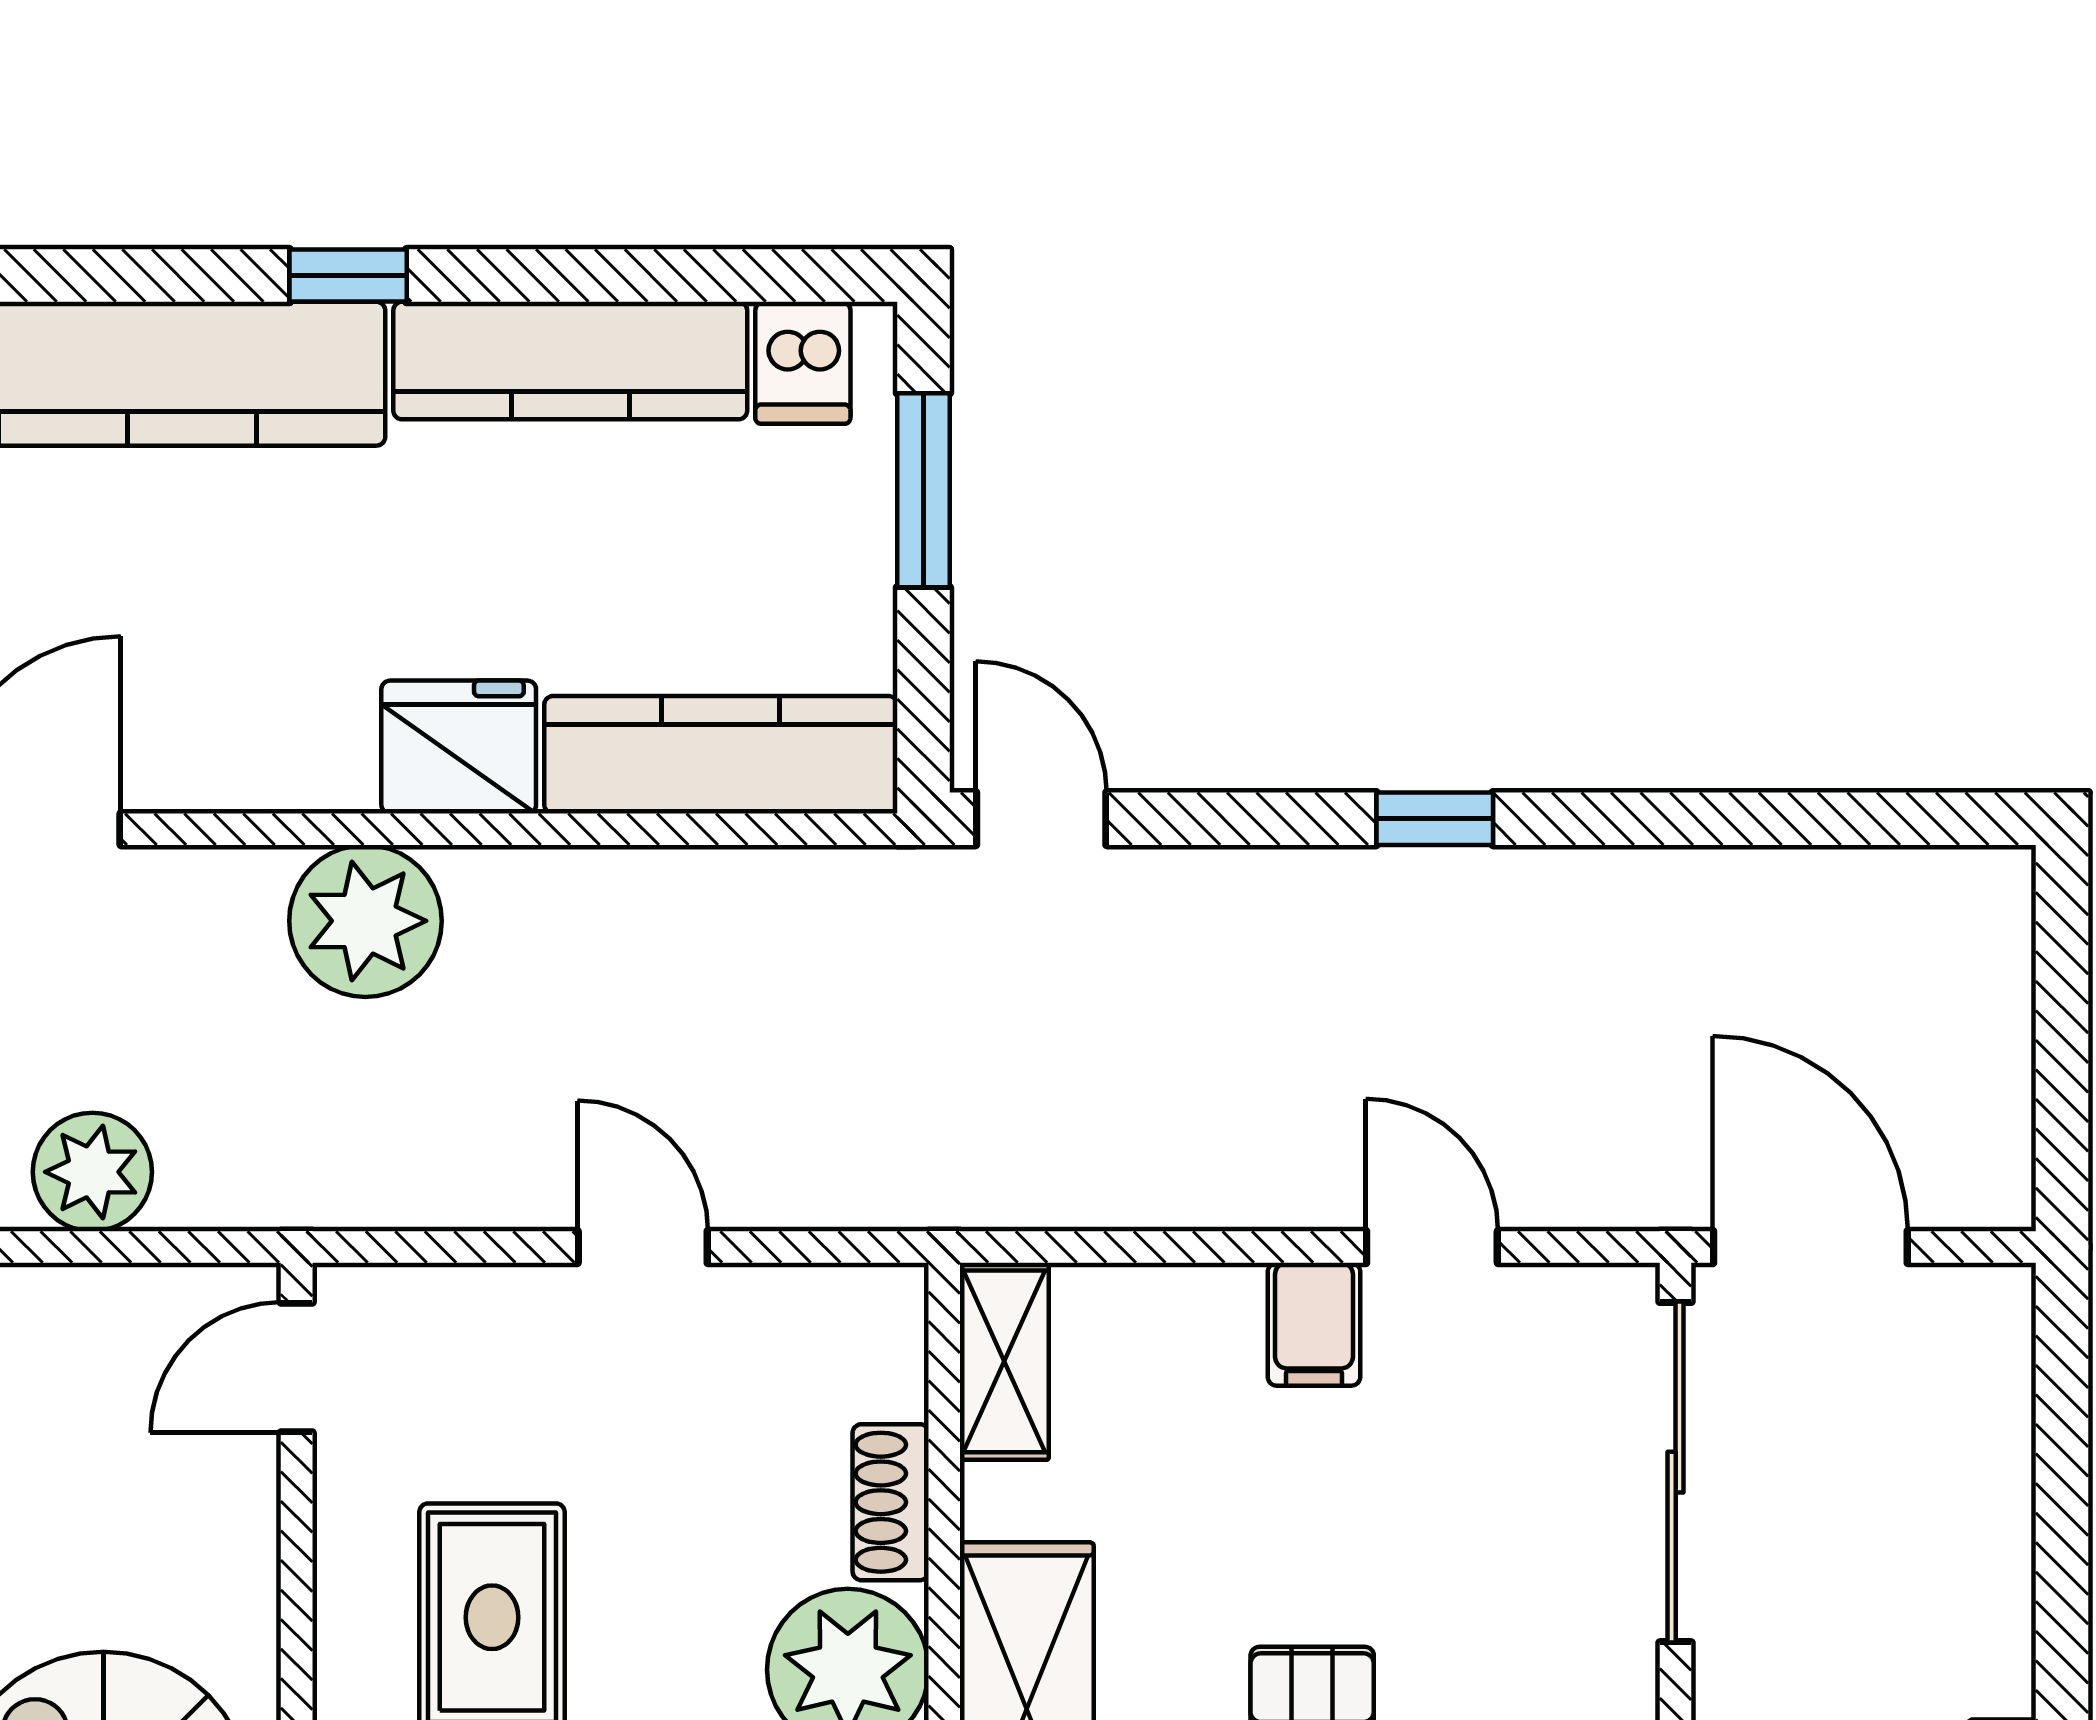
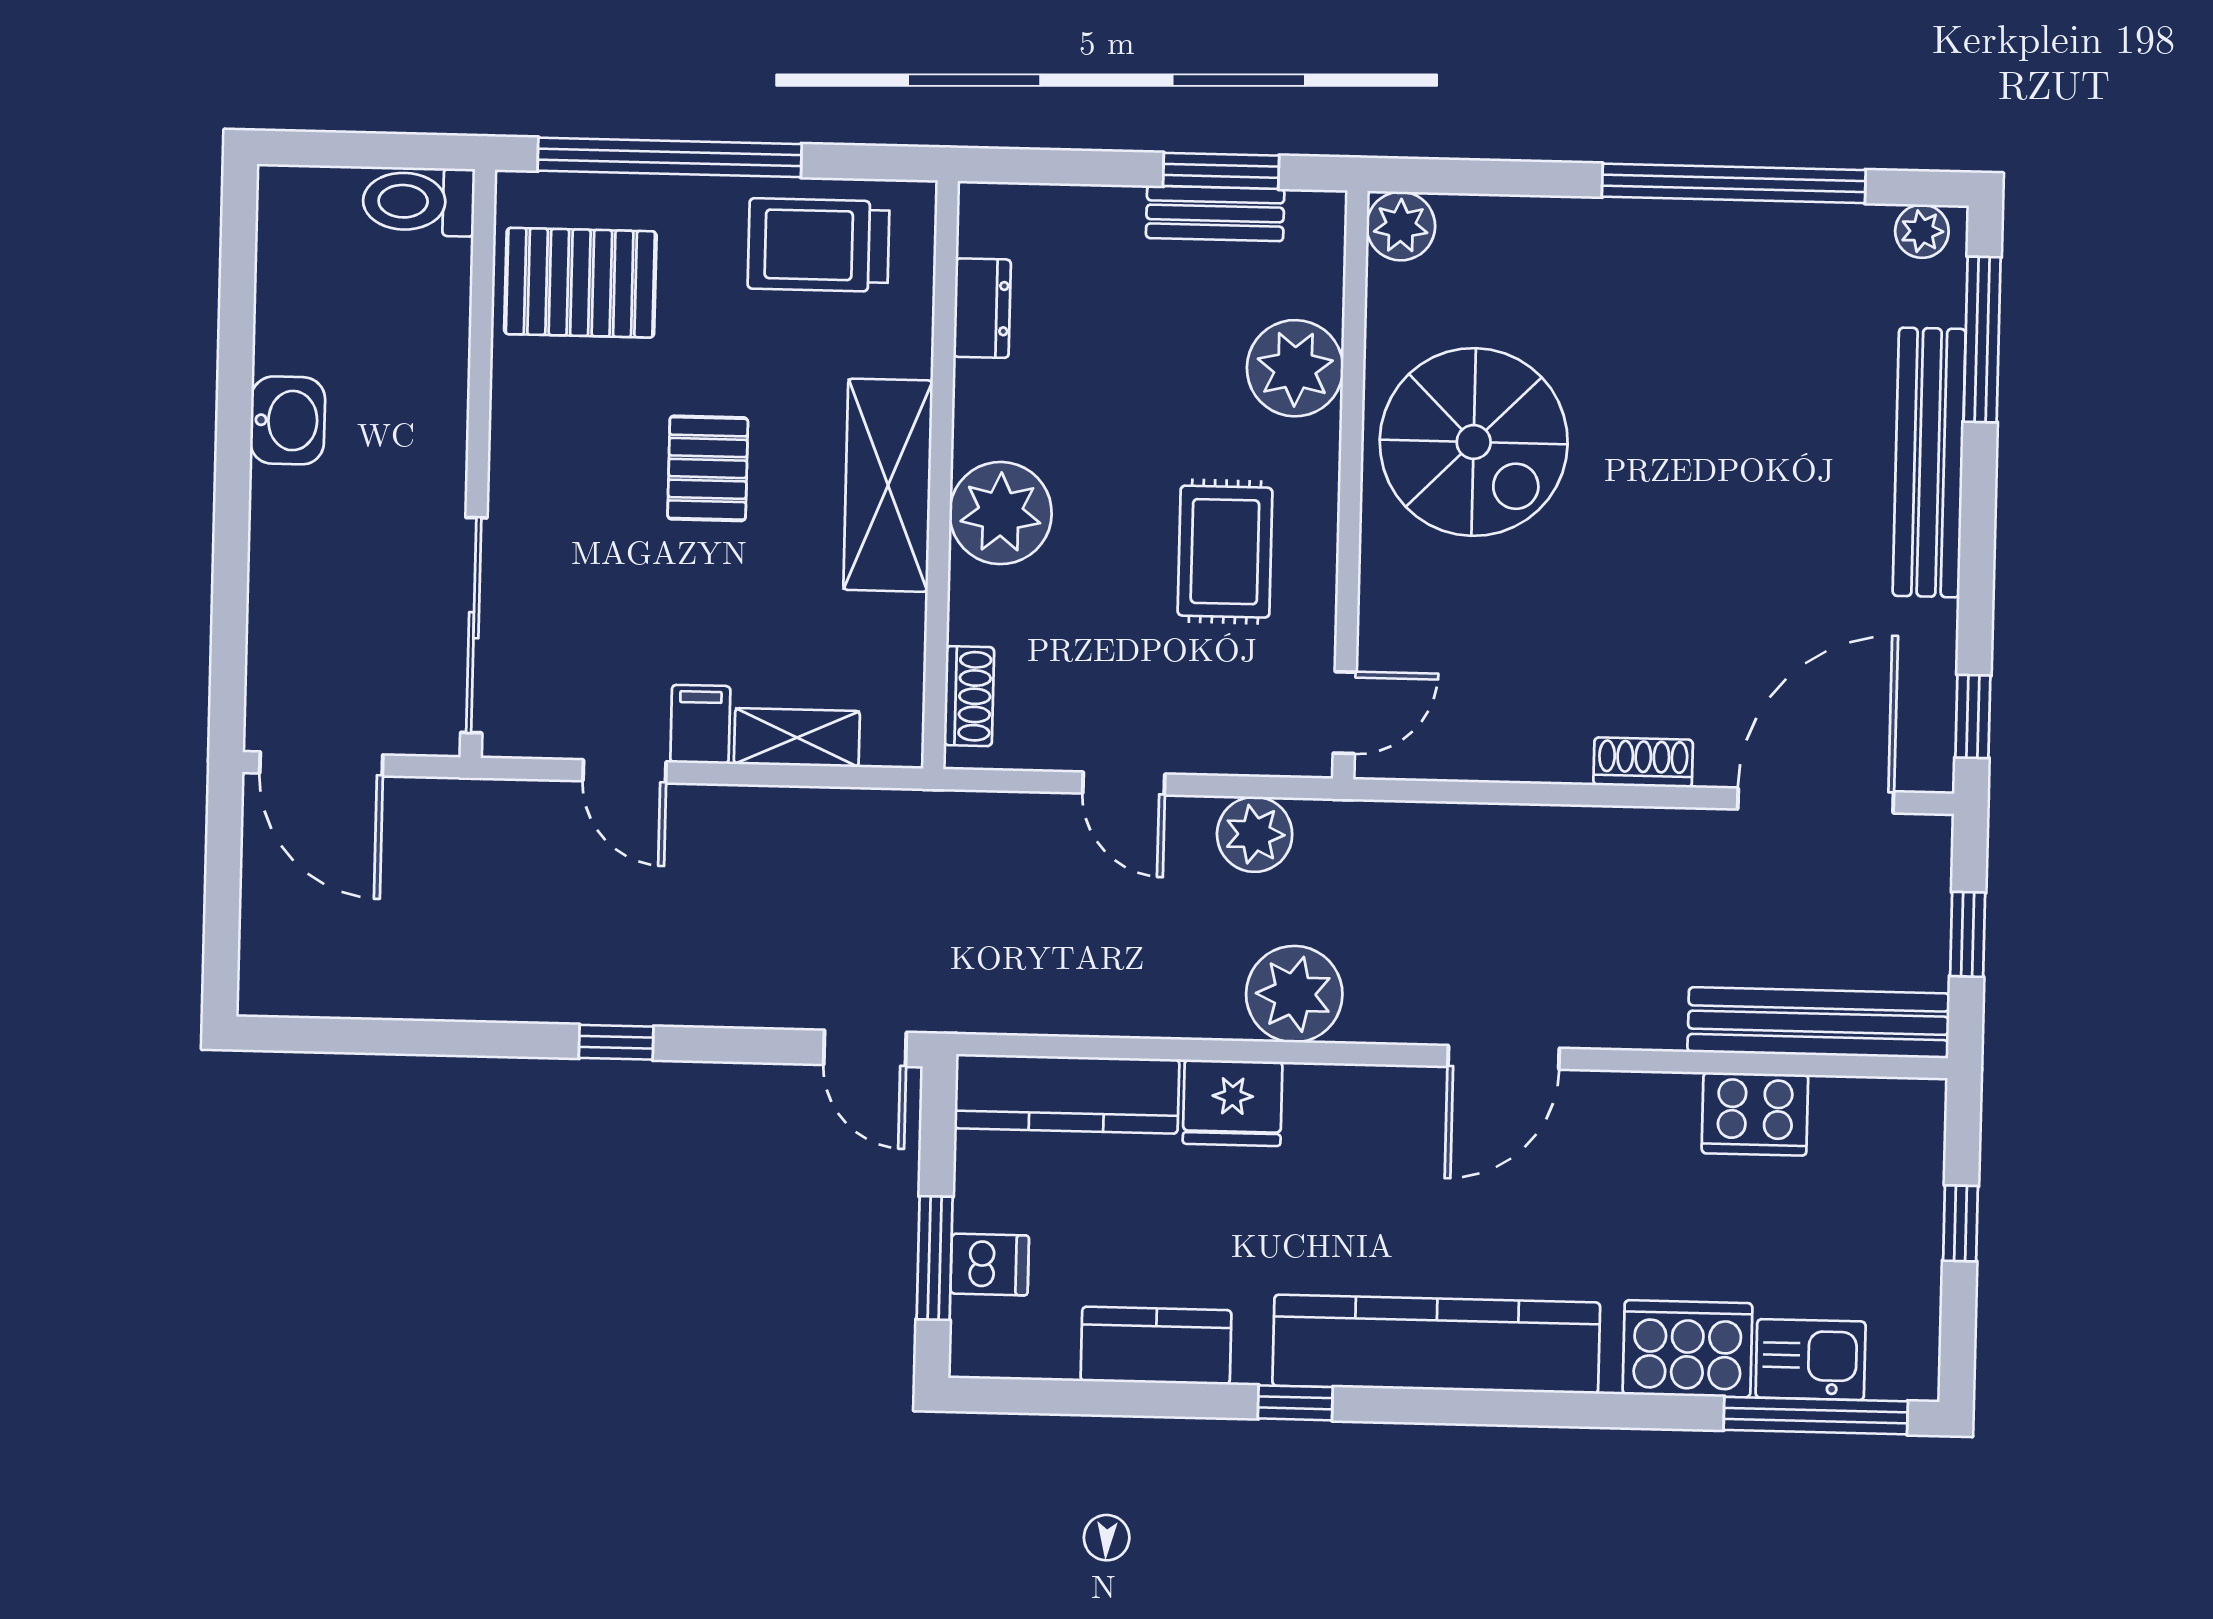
kitchen counter: (570, 361) -> (1156, 1346), width x0.67
dishwasher: (803, 363) -> (990, 1265), moved, turned 90
plant: (92, 1172) -> (1255, 834), moved
door: (1810, 1247) -> (321, 764), moved
shelving: (1004, 1361) -> (797, 738), moved, turned 90
shoe rack: (891, 1502) -> (969, 696), moved

